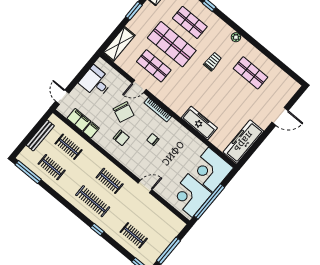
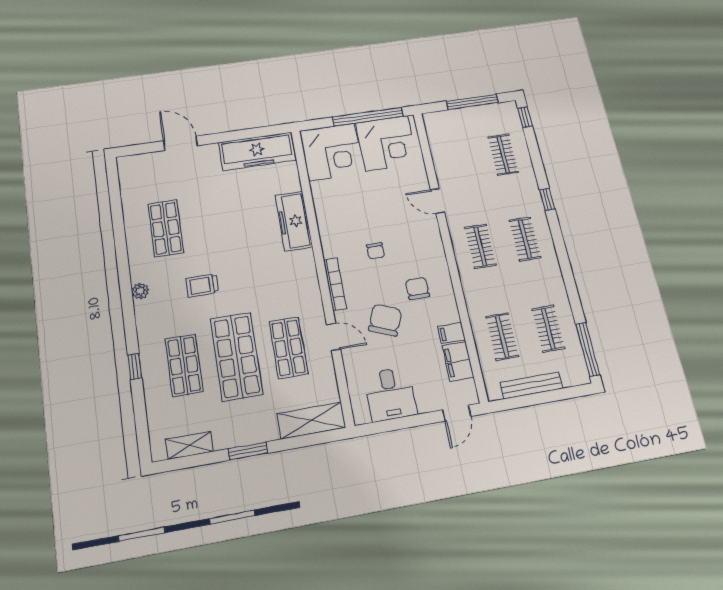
clothes rail: (93, 201) -> (525, 239), width x0.73

